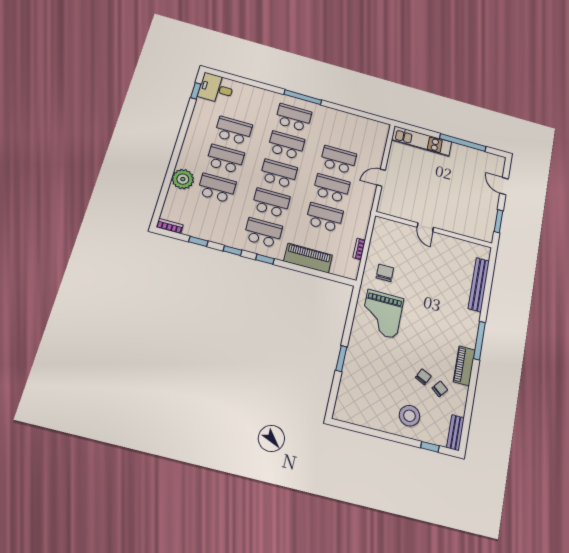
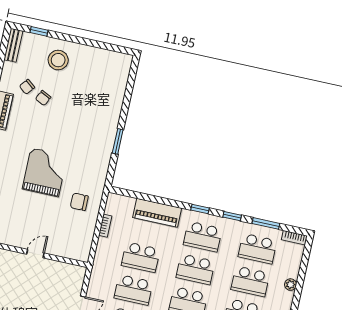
plant: (183, 179) -> (291, 285), width x0.53, depth x0.53
school desk: (208, 218) -> (257, 249), added
door: (425, 227) -> (35, 254), hinge flipped
window: (198, 241) -> (266, 223), width x1.50
chair: (385, 273) -> (79, 202), turned 90
grand piano: (382, 314) -> (45, 172), moved
window: (341, 359) -> (118, 141), moved

